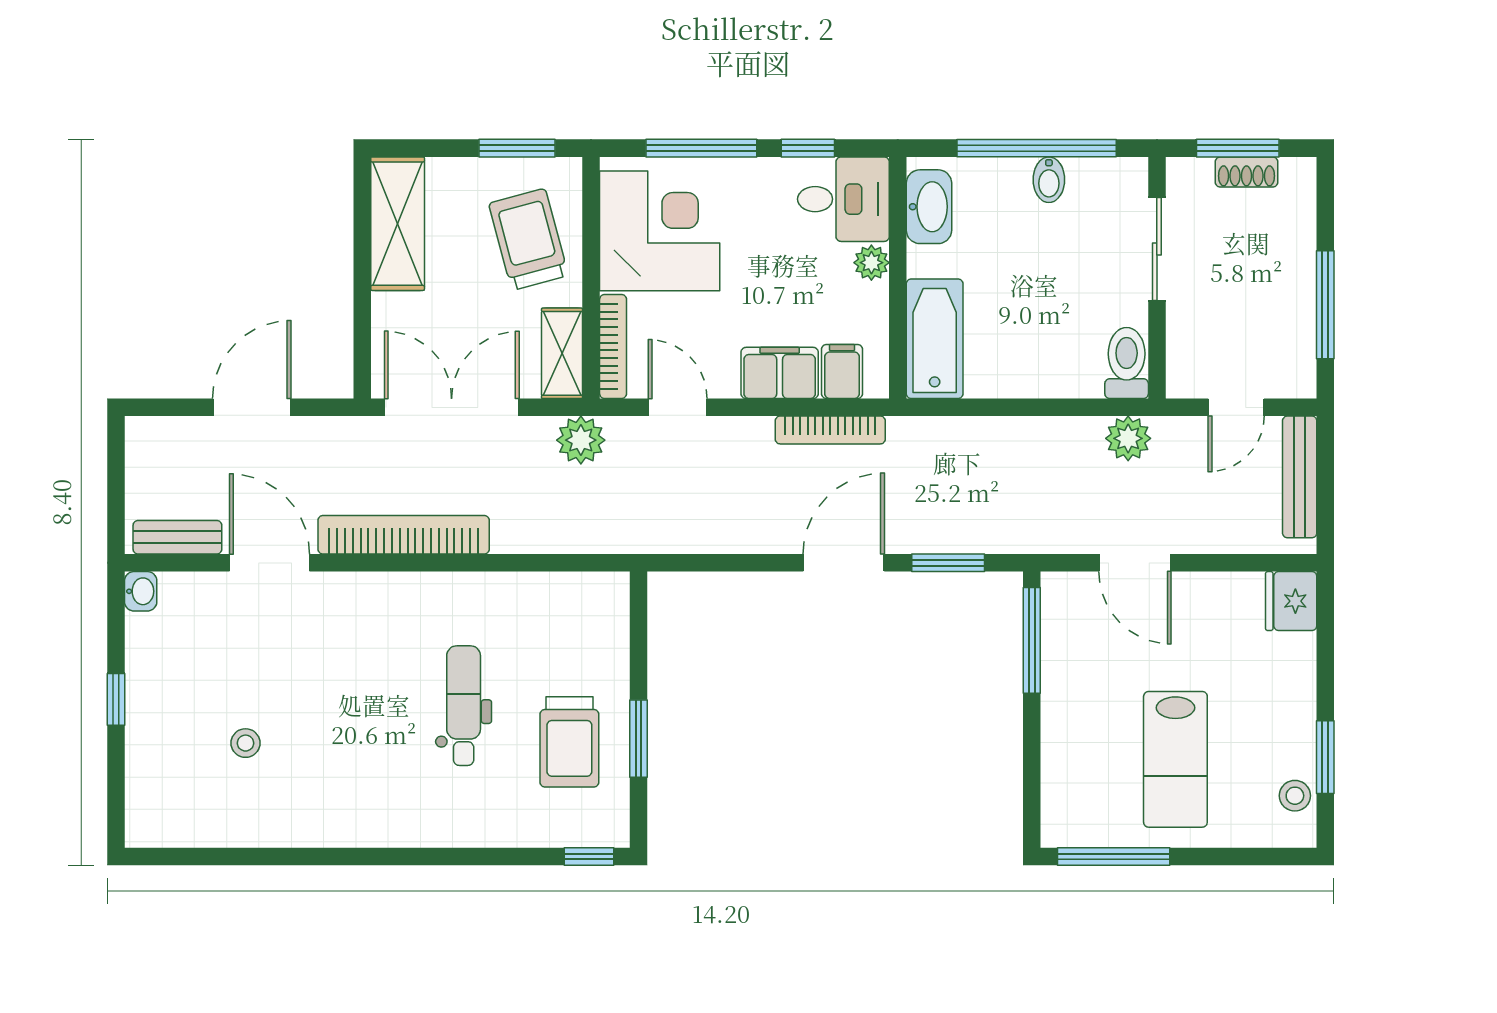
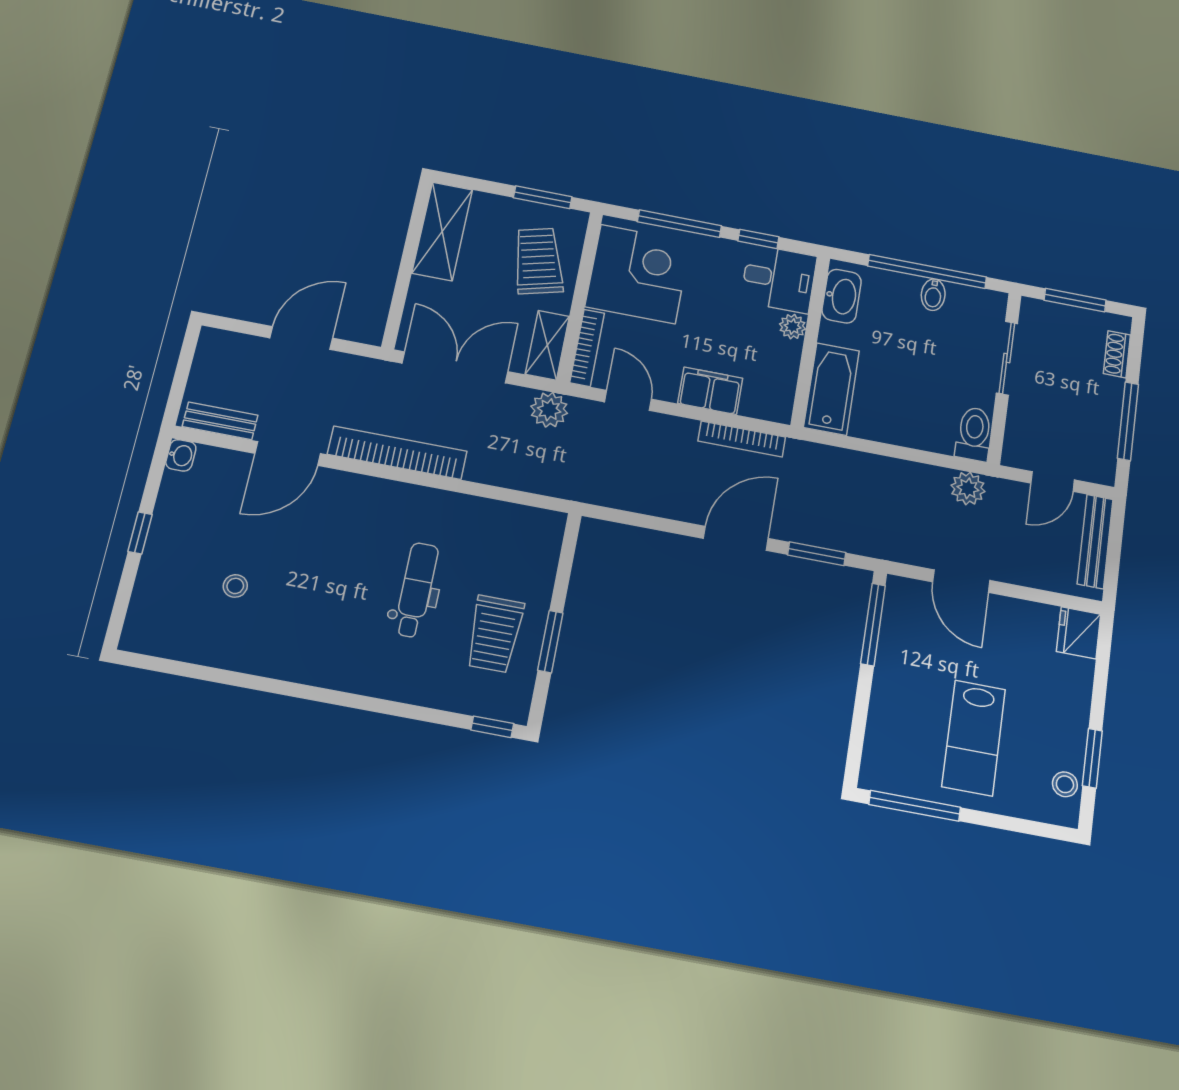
shoe rack: (1246, 172) -> (1117, 354), moved, turned 90
filing cabinet: (842, 371) -> (758, 399), removed
door: (270, 563) -> (288, 453), swing flipped

